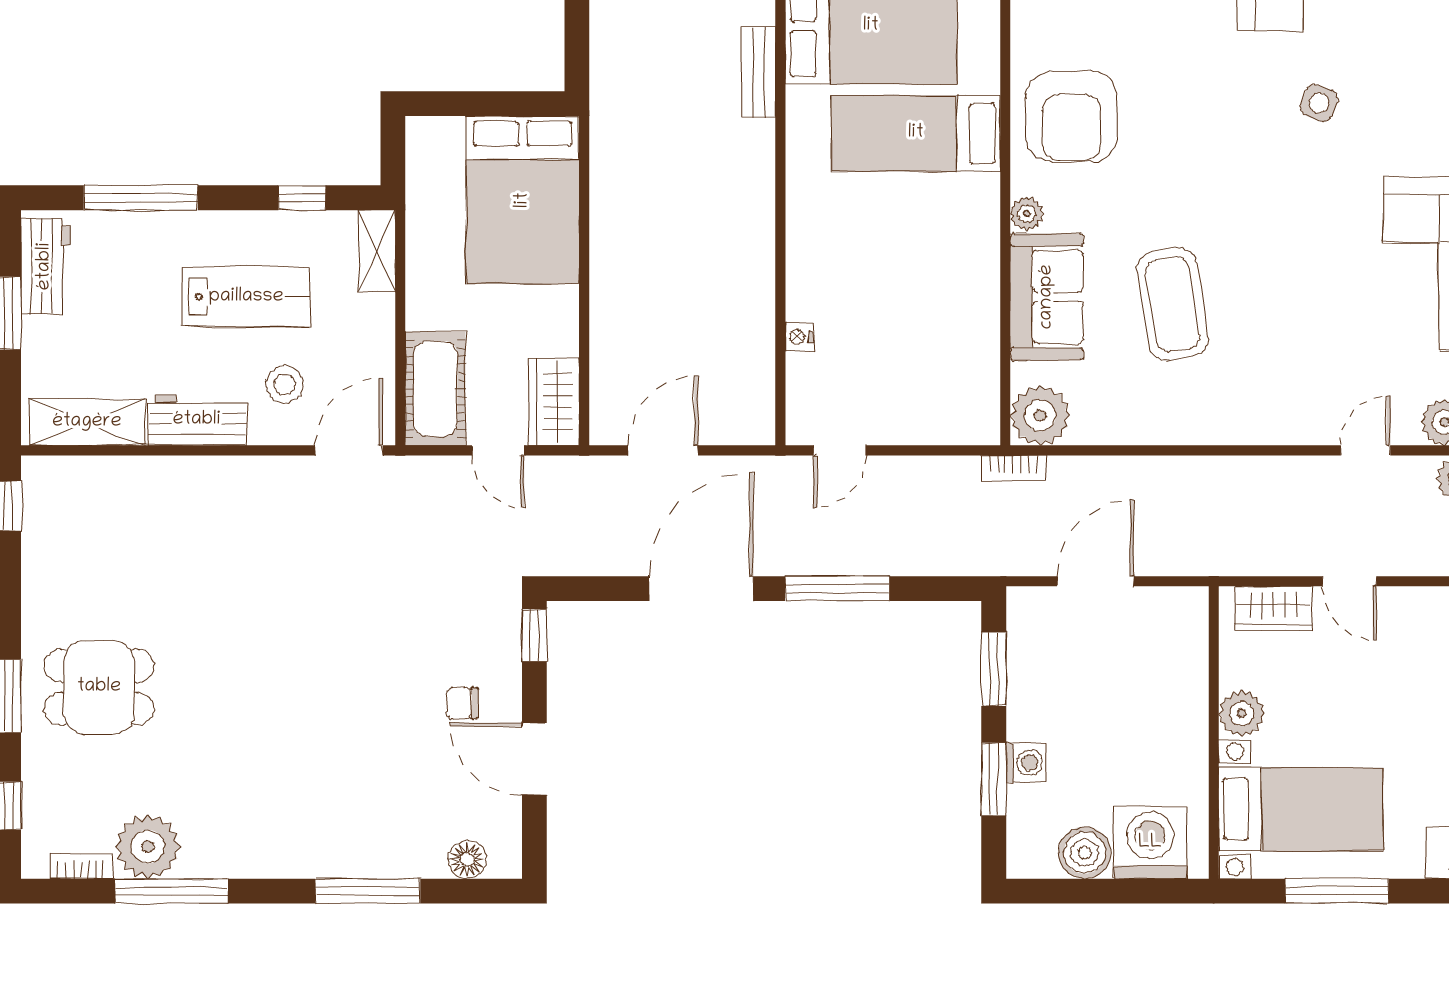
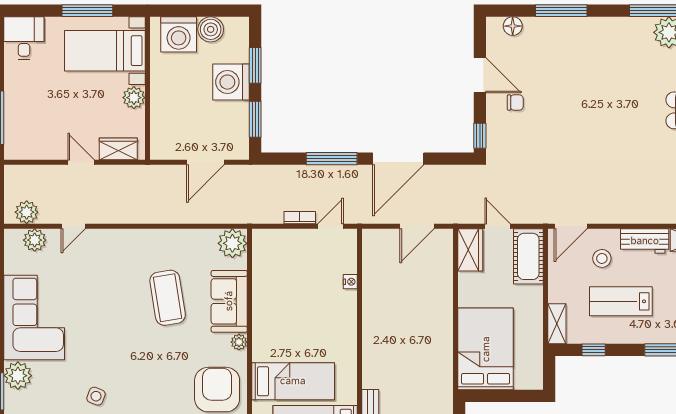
bookcase: (1013, 468) -> (300, 218), moved
washing machine: (1026, 763) -> (231, 82), width x1.89, depth x1.89

